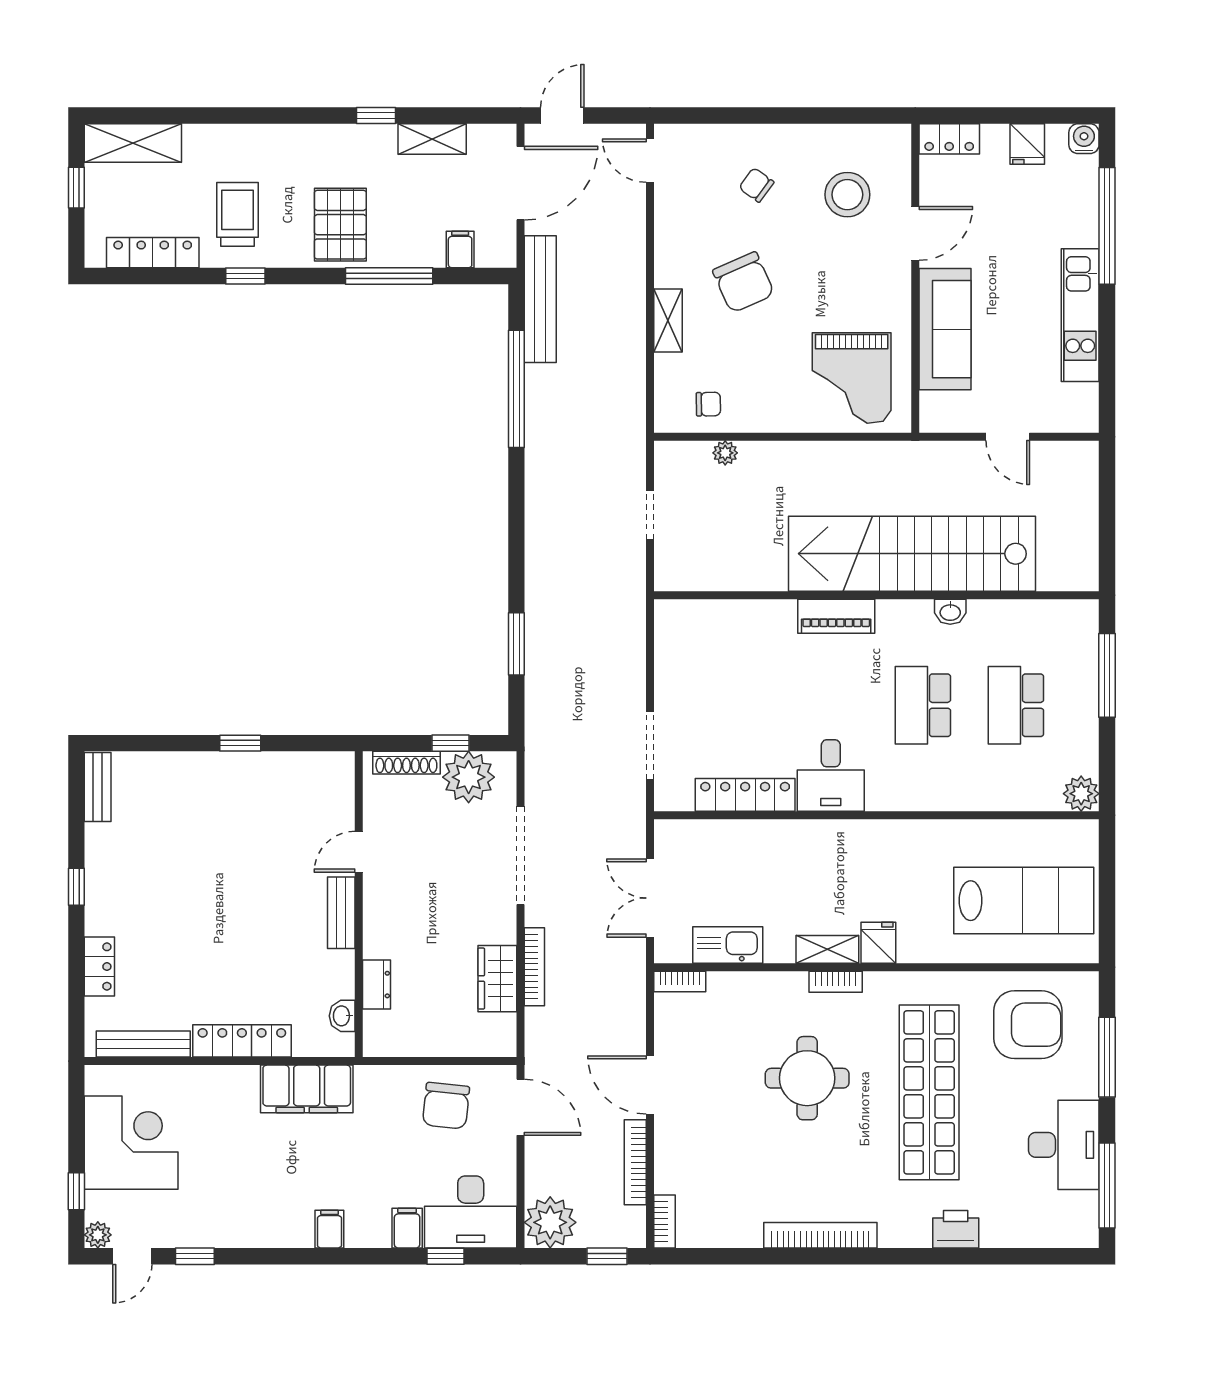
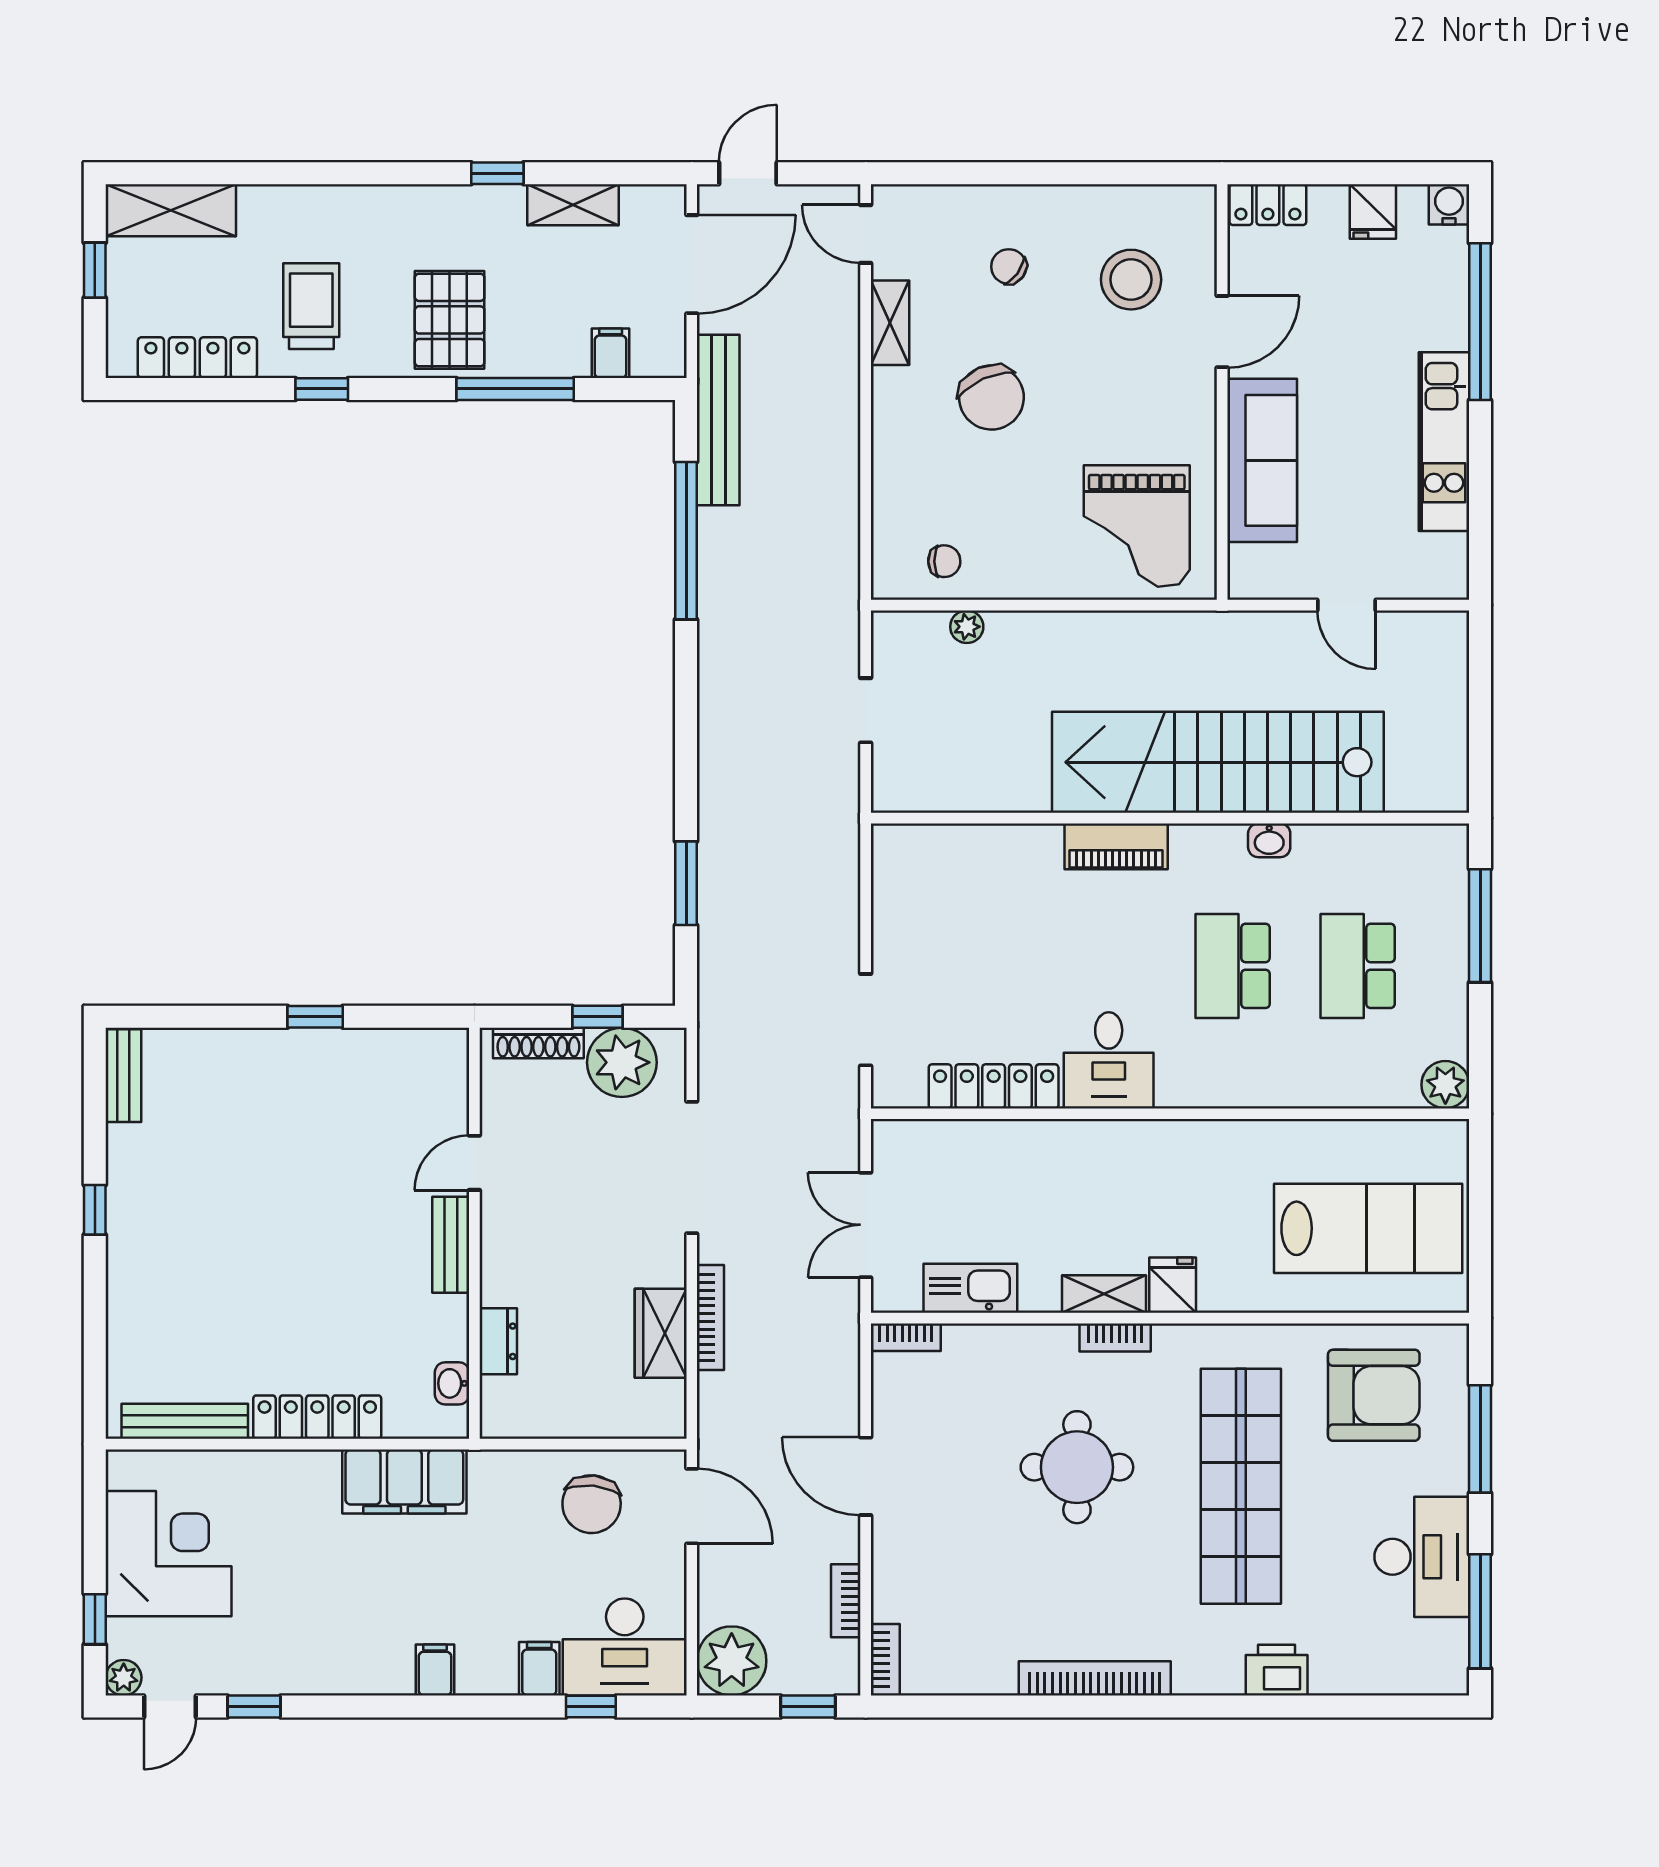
shelving: (668, 321) -> (890, 323), moved
locker: (99, 967) -> (126, 1317), removed
bookcase: (635, 1162) -> (846, 1601), width x0.64

